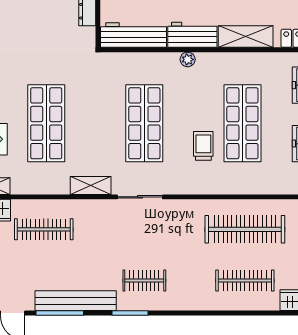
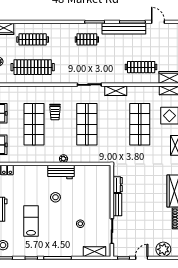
workbench: (133, 35) -> (93, 172), removed
shelving: (246, 36) -> (32, 171), removed

